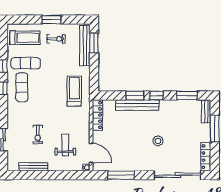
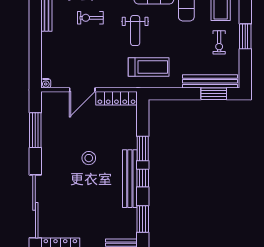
bench: (137, 105) -> (130, 179), moved
stool: (158, 141) -> (89, 158), moved
weight bench: (65, 145) -> (135, 31), moved, turned 90
door: (91, 153) -> (82, 90), moved

